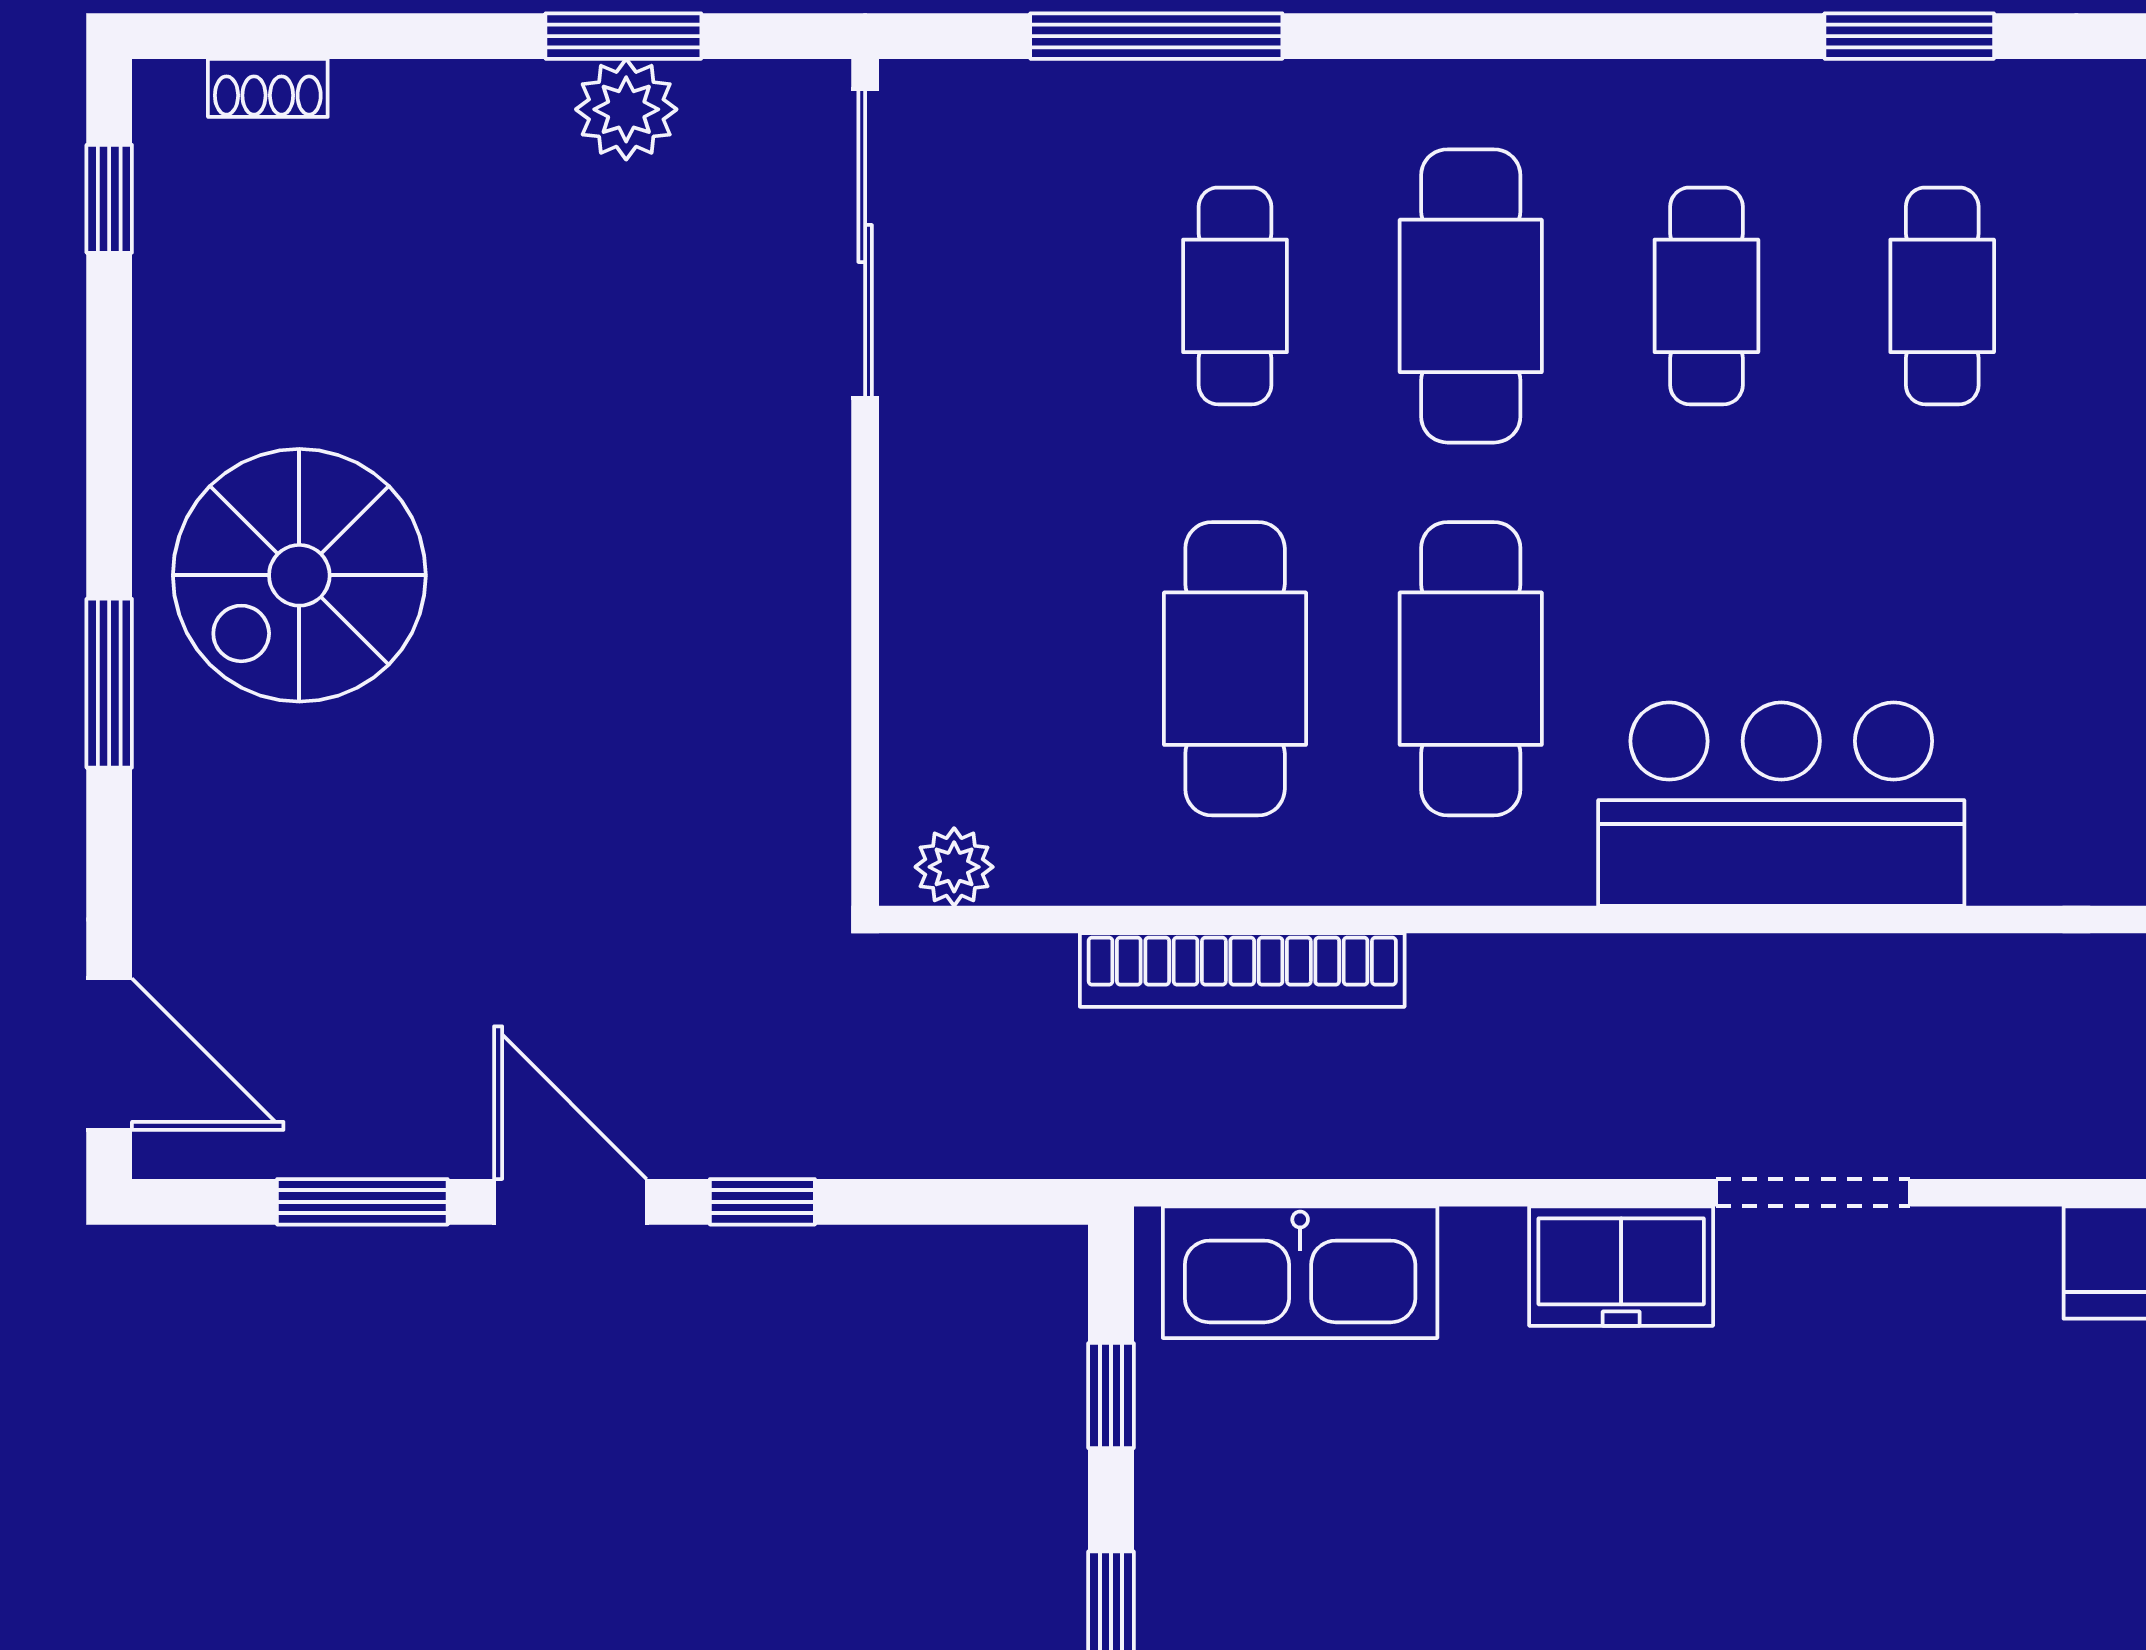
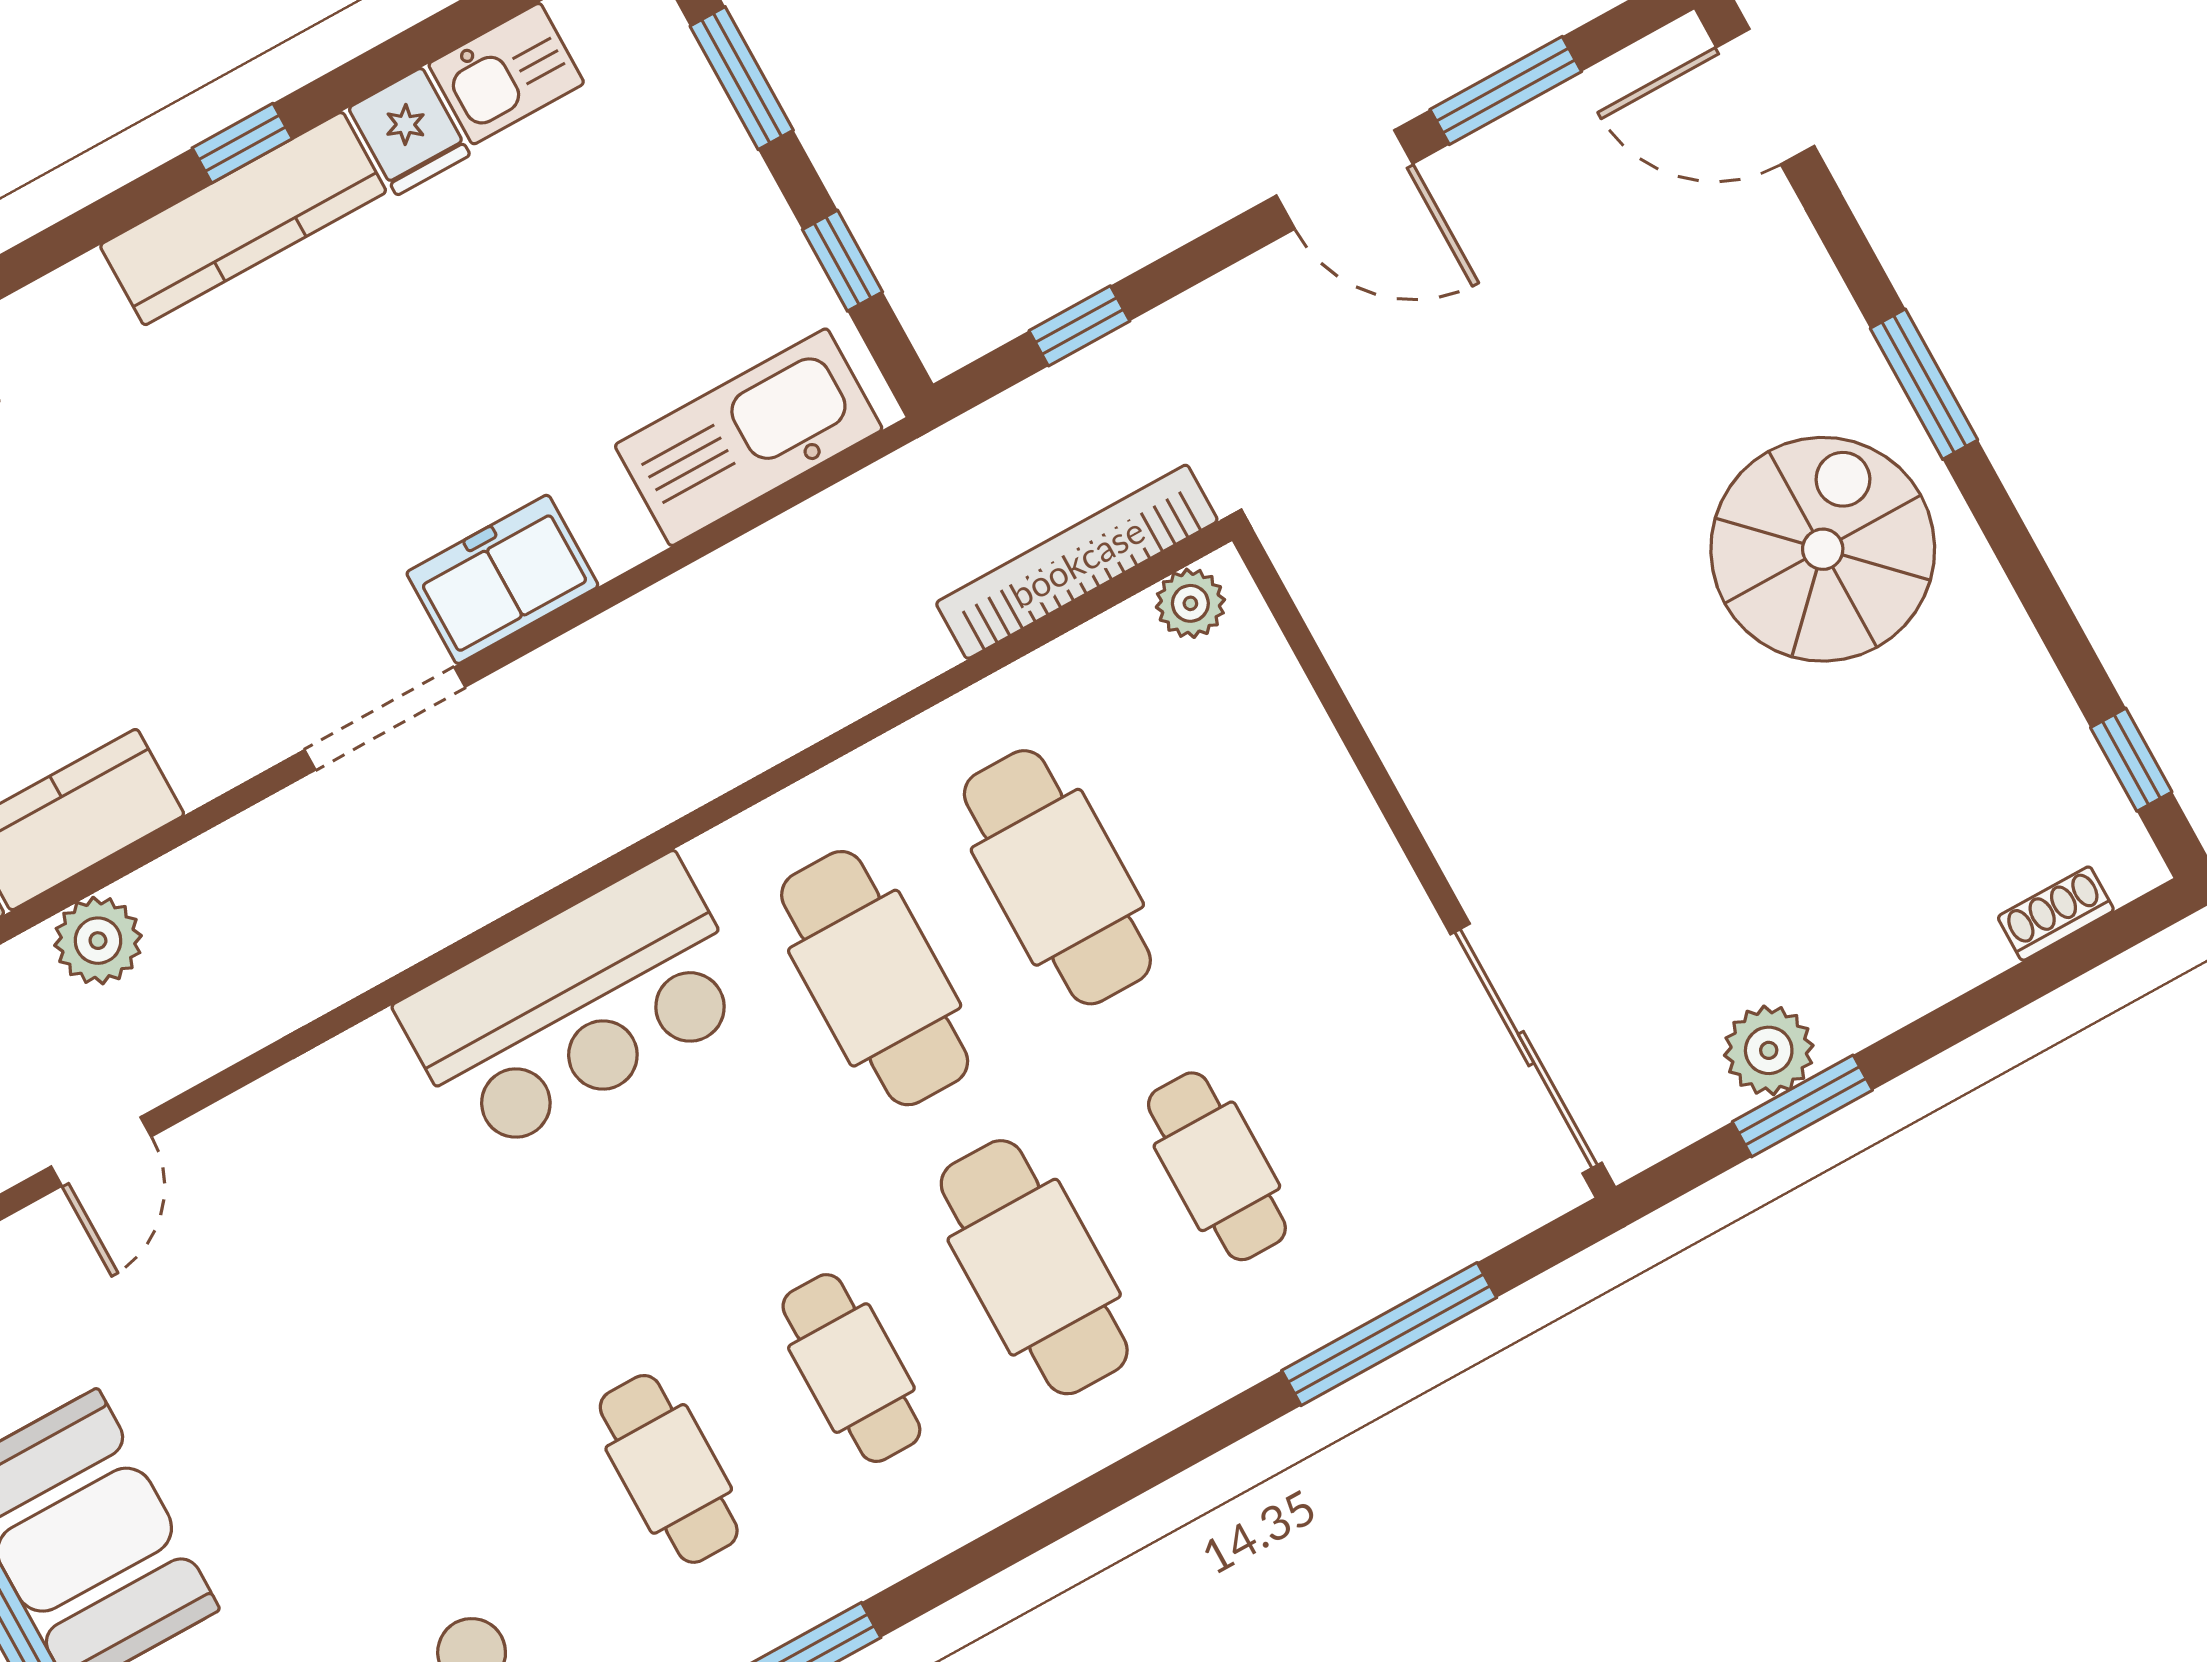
bookcase: (1242, 970) -> (1077, 562), moved
window: (762, 1202) -> (1079, 326), moved

